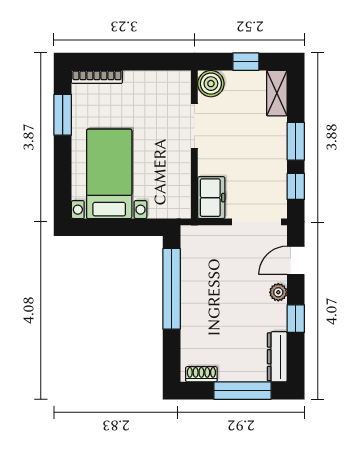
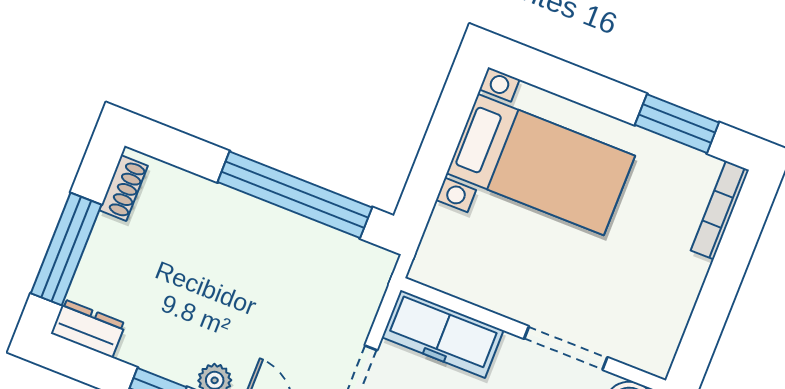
freezer: (211, 198) -> (443, 334), width x1.40
dresser: (277, 357) -> (88, 328), width x0.70

